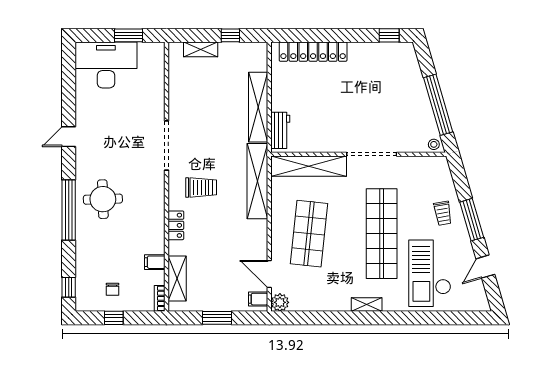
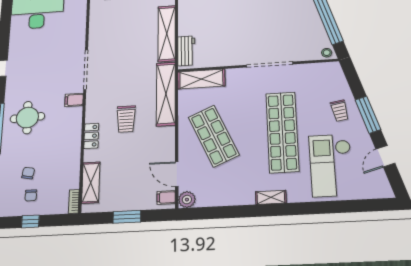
shelving: (309, 166) -> (201, 79), width x0.68
trolley: (201, 187) -> (126, 119), moved, turned 90
shop shelf: (309, 234) -> (214, 136), turned -30
filing cabinet: (155, 262) -> (74, 100), moved
chair: (108, 264) -> (28, 173), added

